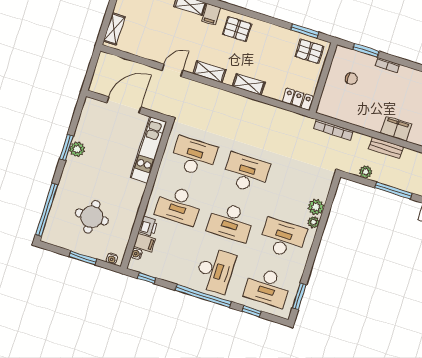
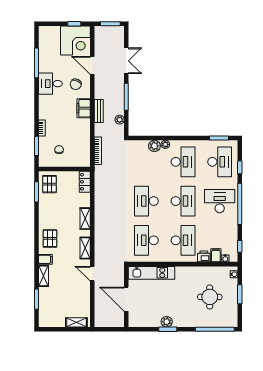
desk: (283, 238) -> (183, 162), turned 180

